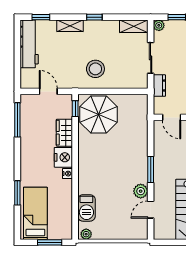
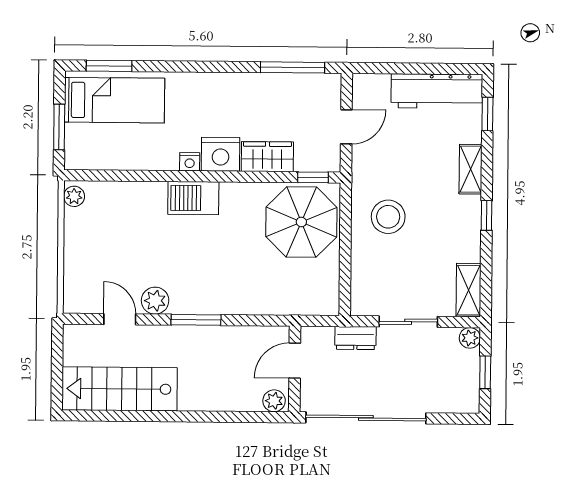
window: (17, 193) -> (109, 66), moved
barbecue: (86, 208) -> (193, 198), moved

